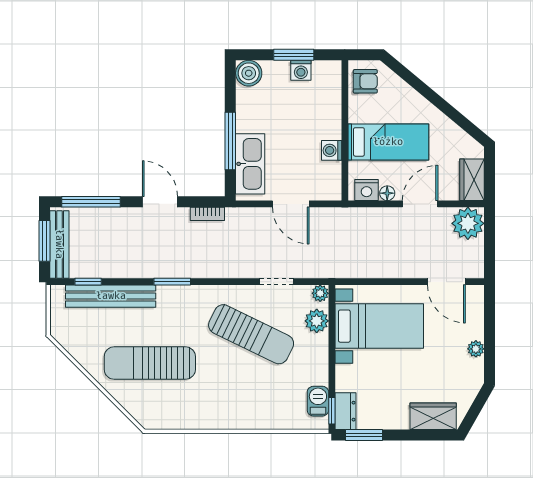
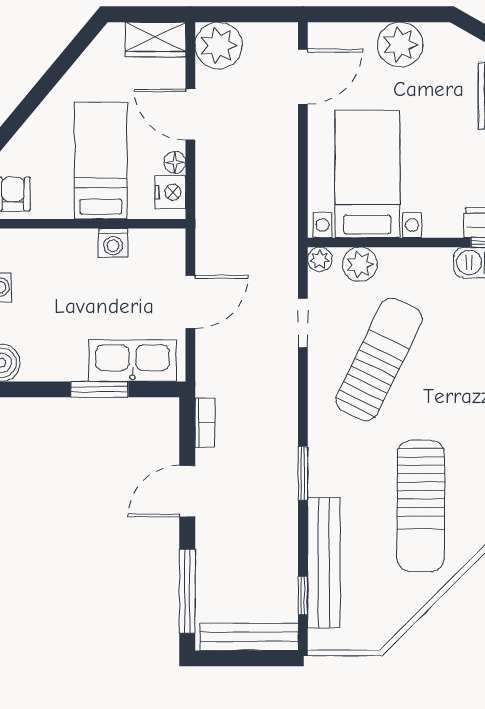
window: (230, 141) -> (99, 389), width x0.69
window: (45, 241) -> (244, 658), removed
plant: (476, 349) -> (400, 45), width x1.88, depth x1.88

